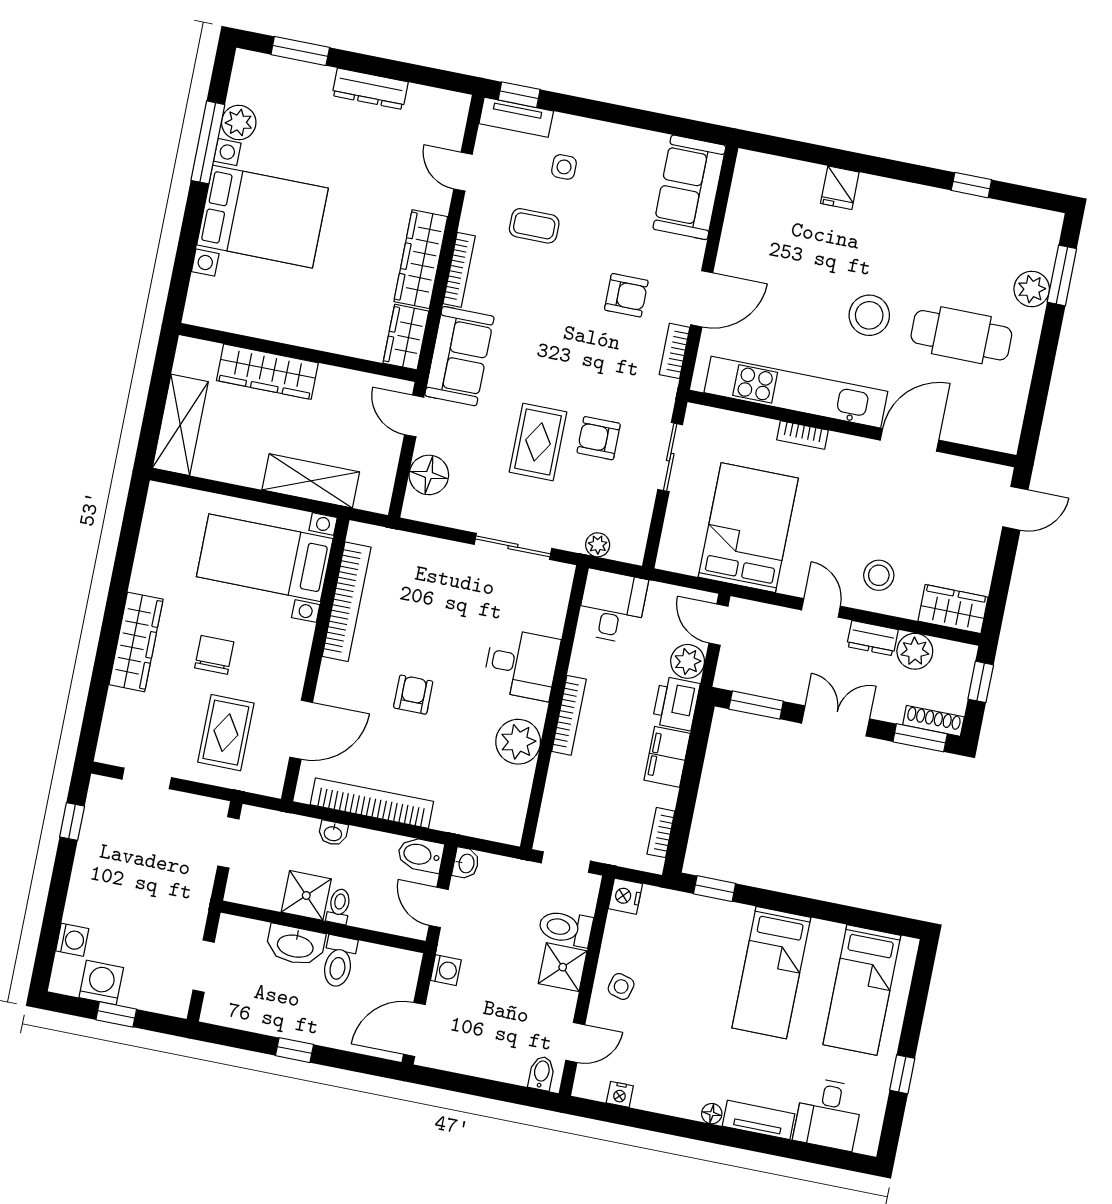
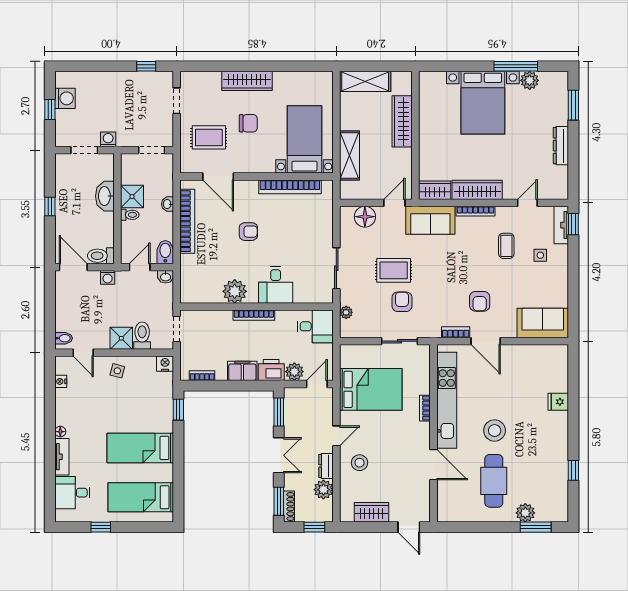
wardrobe: (953, 609) -> (372, 512), moved, turned -90
washing machine: (72, 940) -> (108, 139), moved, turned 180
toilet: (339, 962) -> (101, 256), moved

